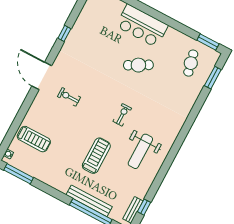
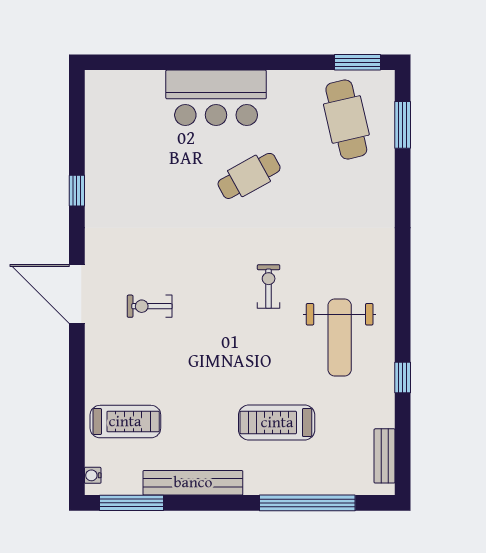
cafe table: (191, 63) -> (346, 119), width x1.37, depth x1.35
treadmill: (96, 156) -> (277, 423), moved, turned -90
bench: (89, 201) -> (193, 483), moved
window: (144, 207) -> (403, 378), moved

